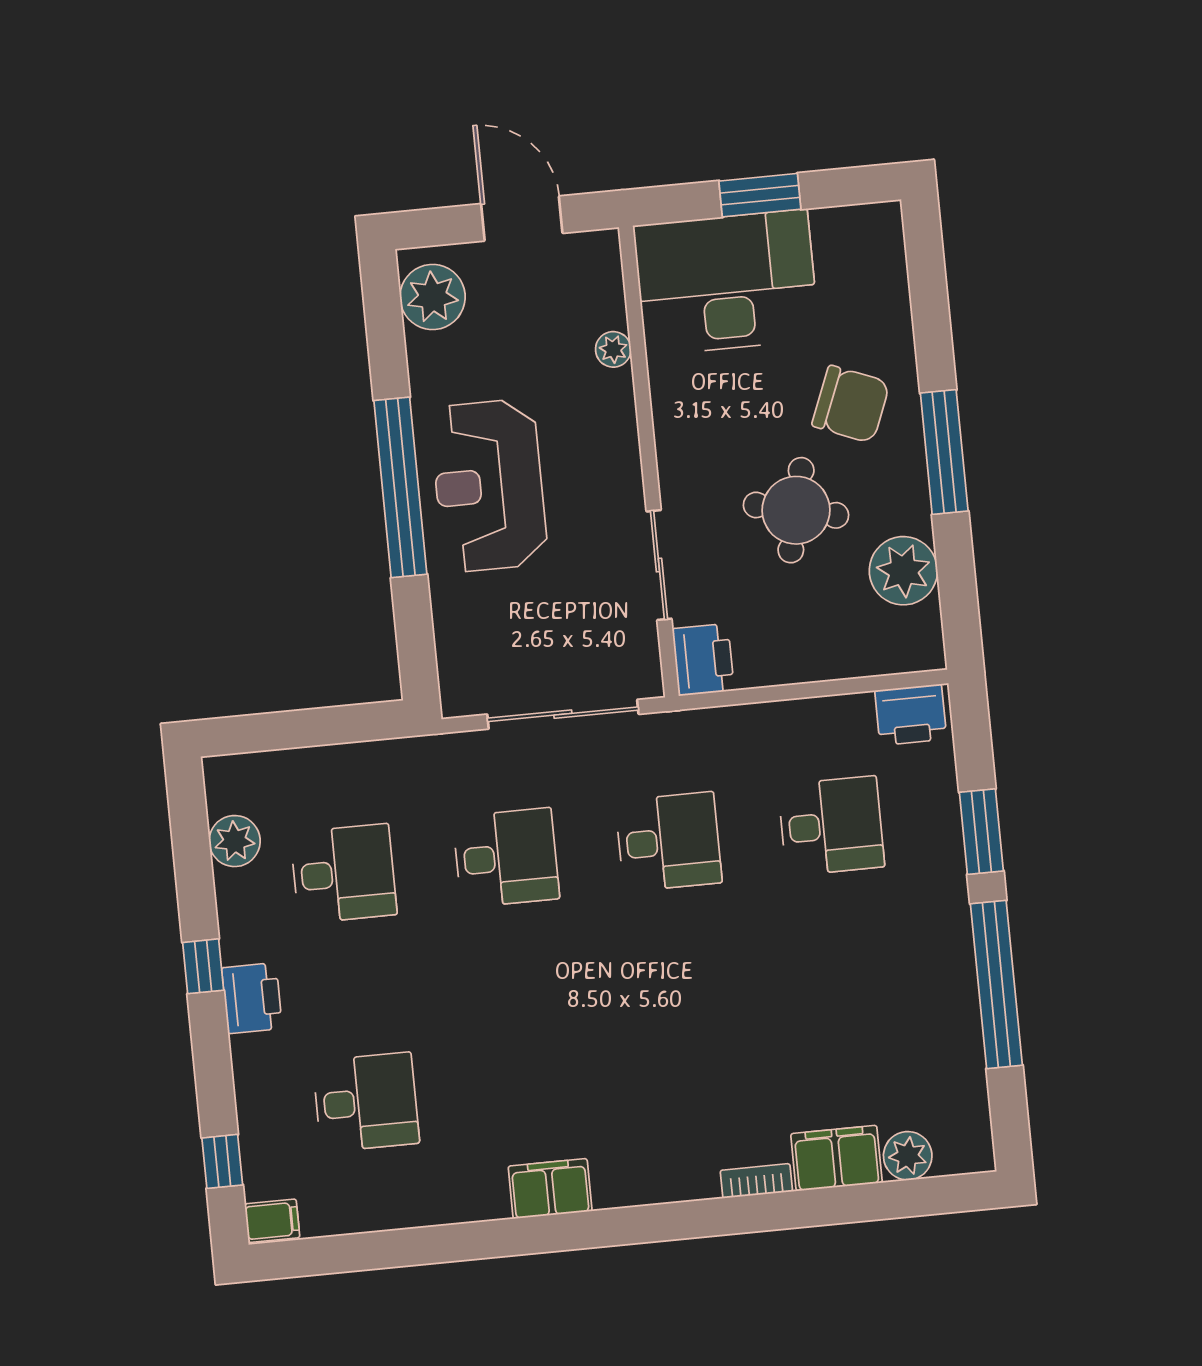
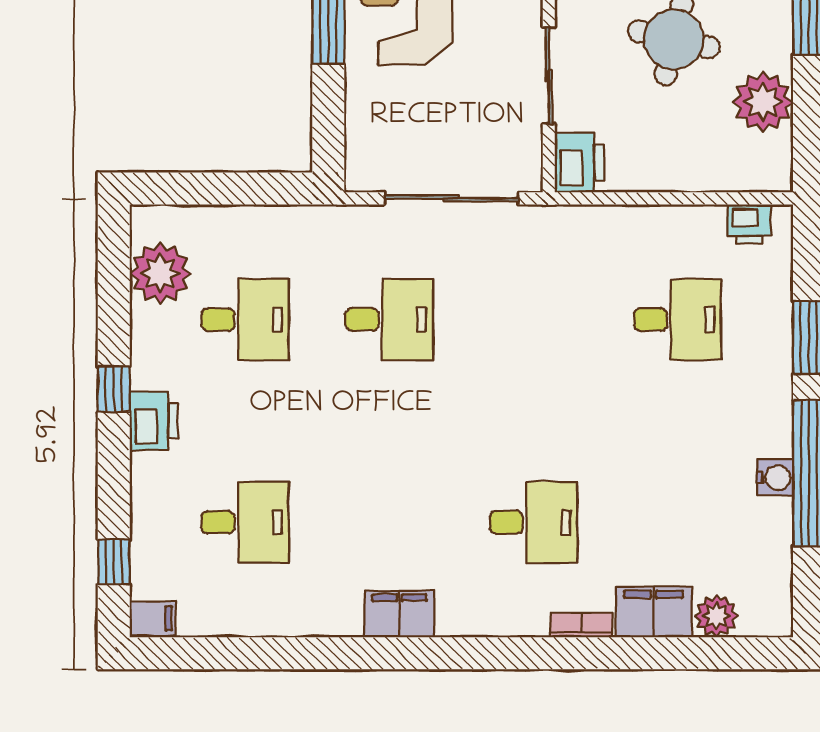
printer: (911, 715) -> (749, 224), width x0.73, depth x0.81
plant: (235, 841) -> (160, 273), width x1.36, depth x1.36
desk: (669, 842) -> (533, 522), moved
water cooler: (958, 993) -> (775, 478), added

